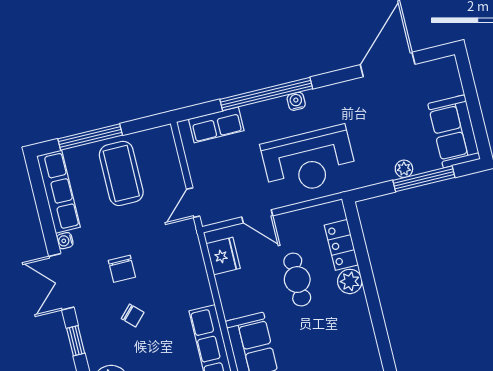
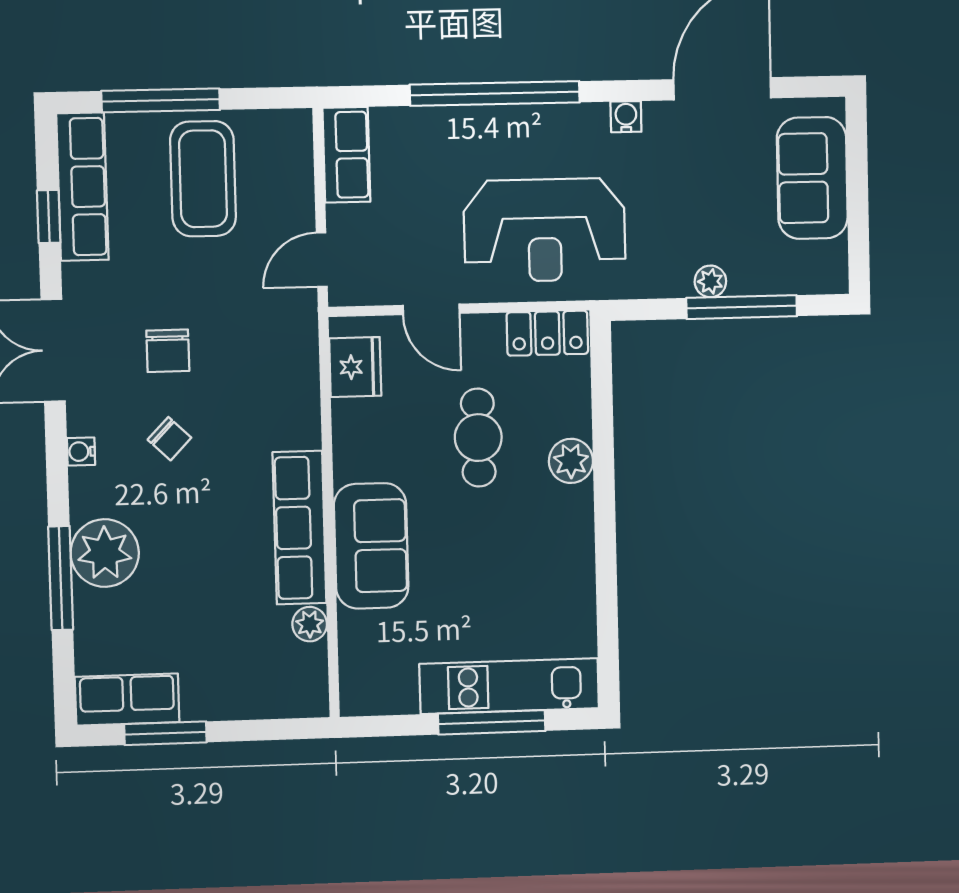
water cooler: (296, 101) -> (626, 117), moved
row of seats: (216, 125) -> (346, 155), moved, turned -90
sofa: (454, 131) -> (812, 178), moved
water cooler: (65, 241) -> (81, 452), moved
locker: (341, 245) -> (547, 333), moved, turned -90
window: (76, 341) -> (49, 217), moved

